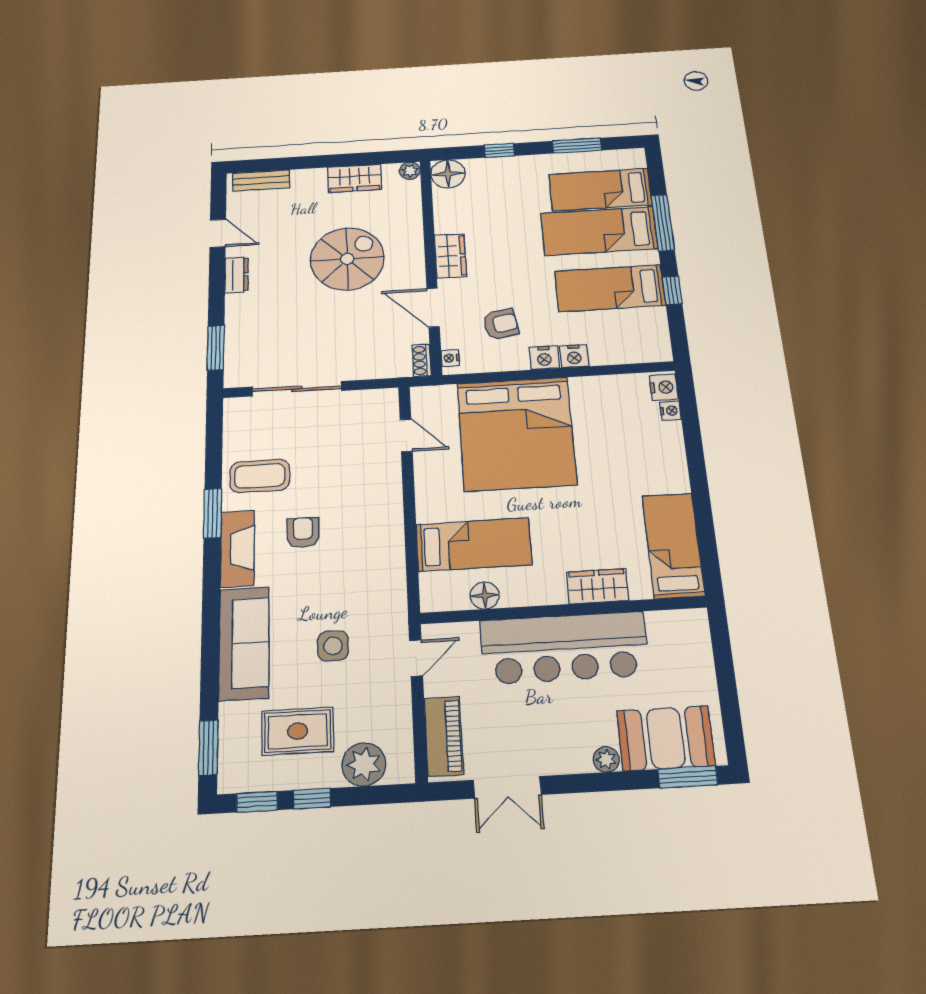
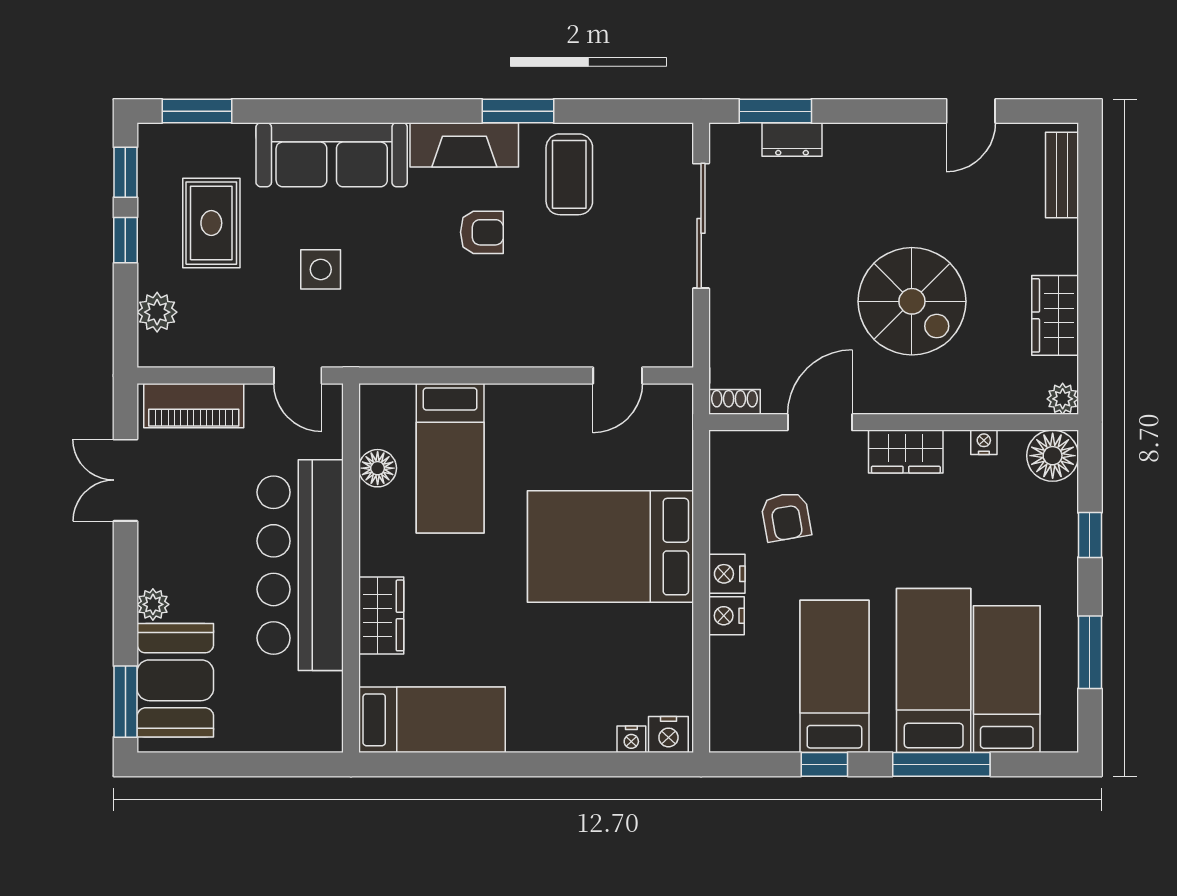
dresser: (237, 275) -> (792, 140), moved
nightstand: (450, 358) -> (984, 442), moved
bed: (516, 434) -> (610, 547), width x0.73
plant: (364, 764) -> (157, 312), width x0.73, depth x0.73

